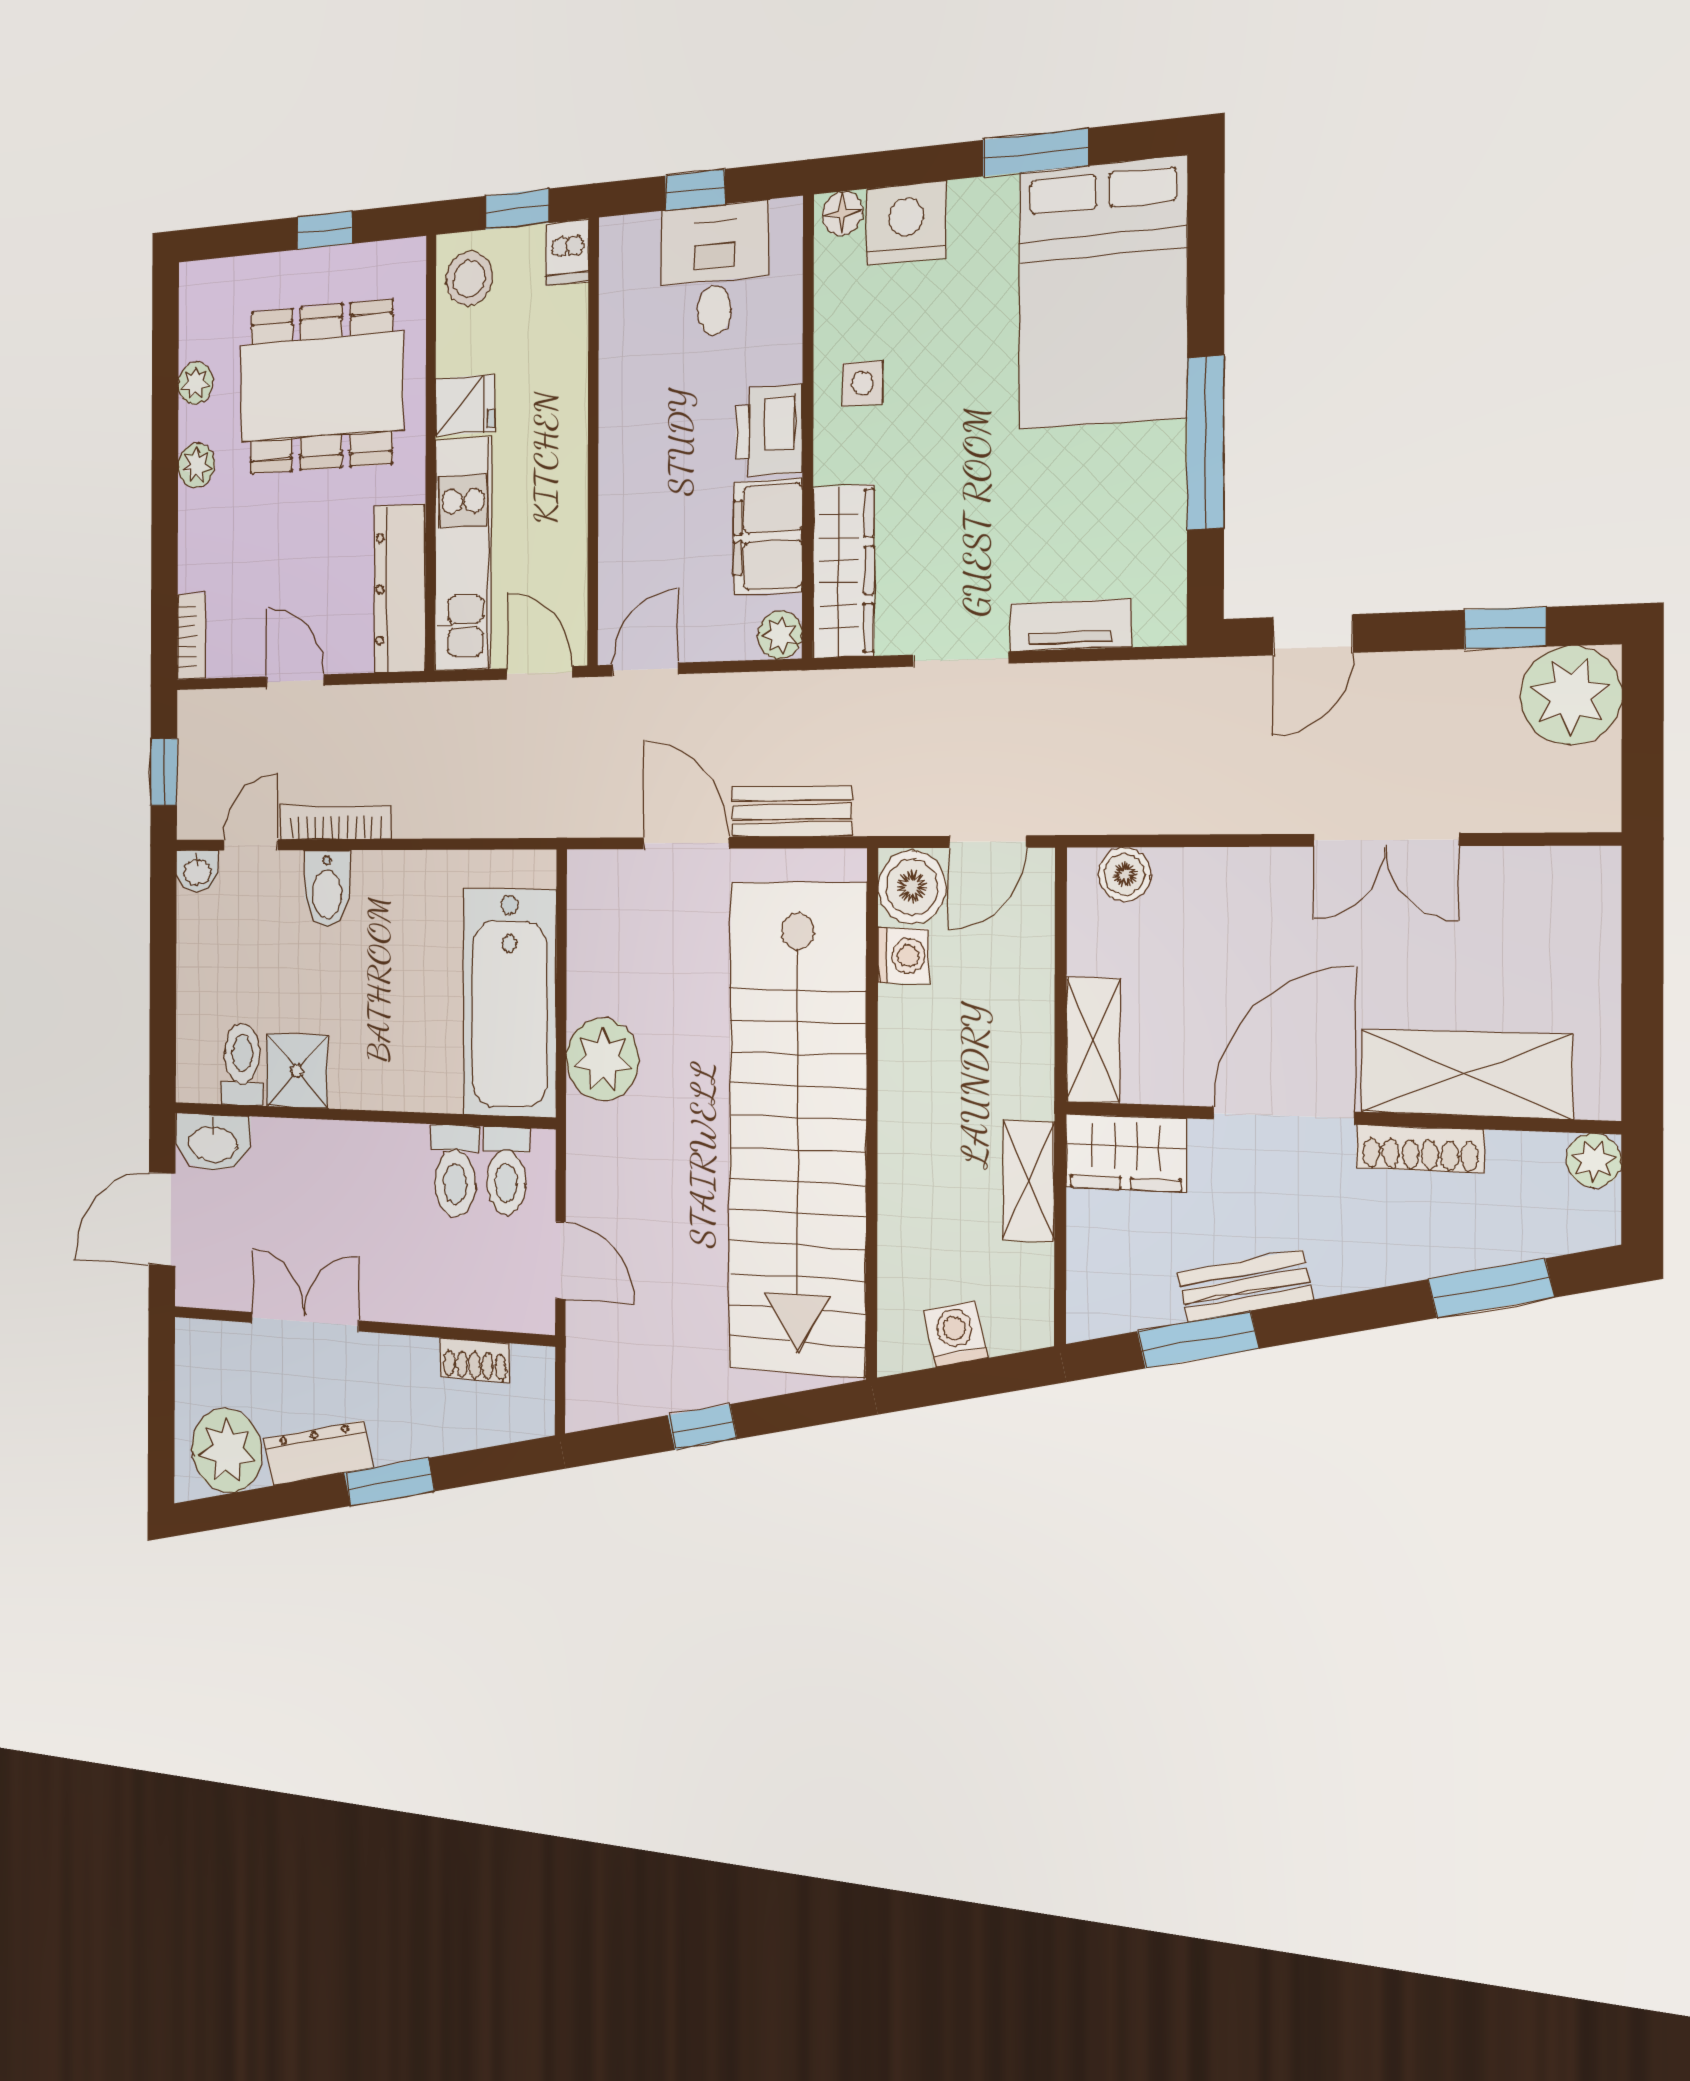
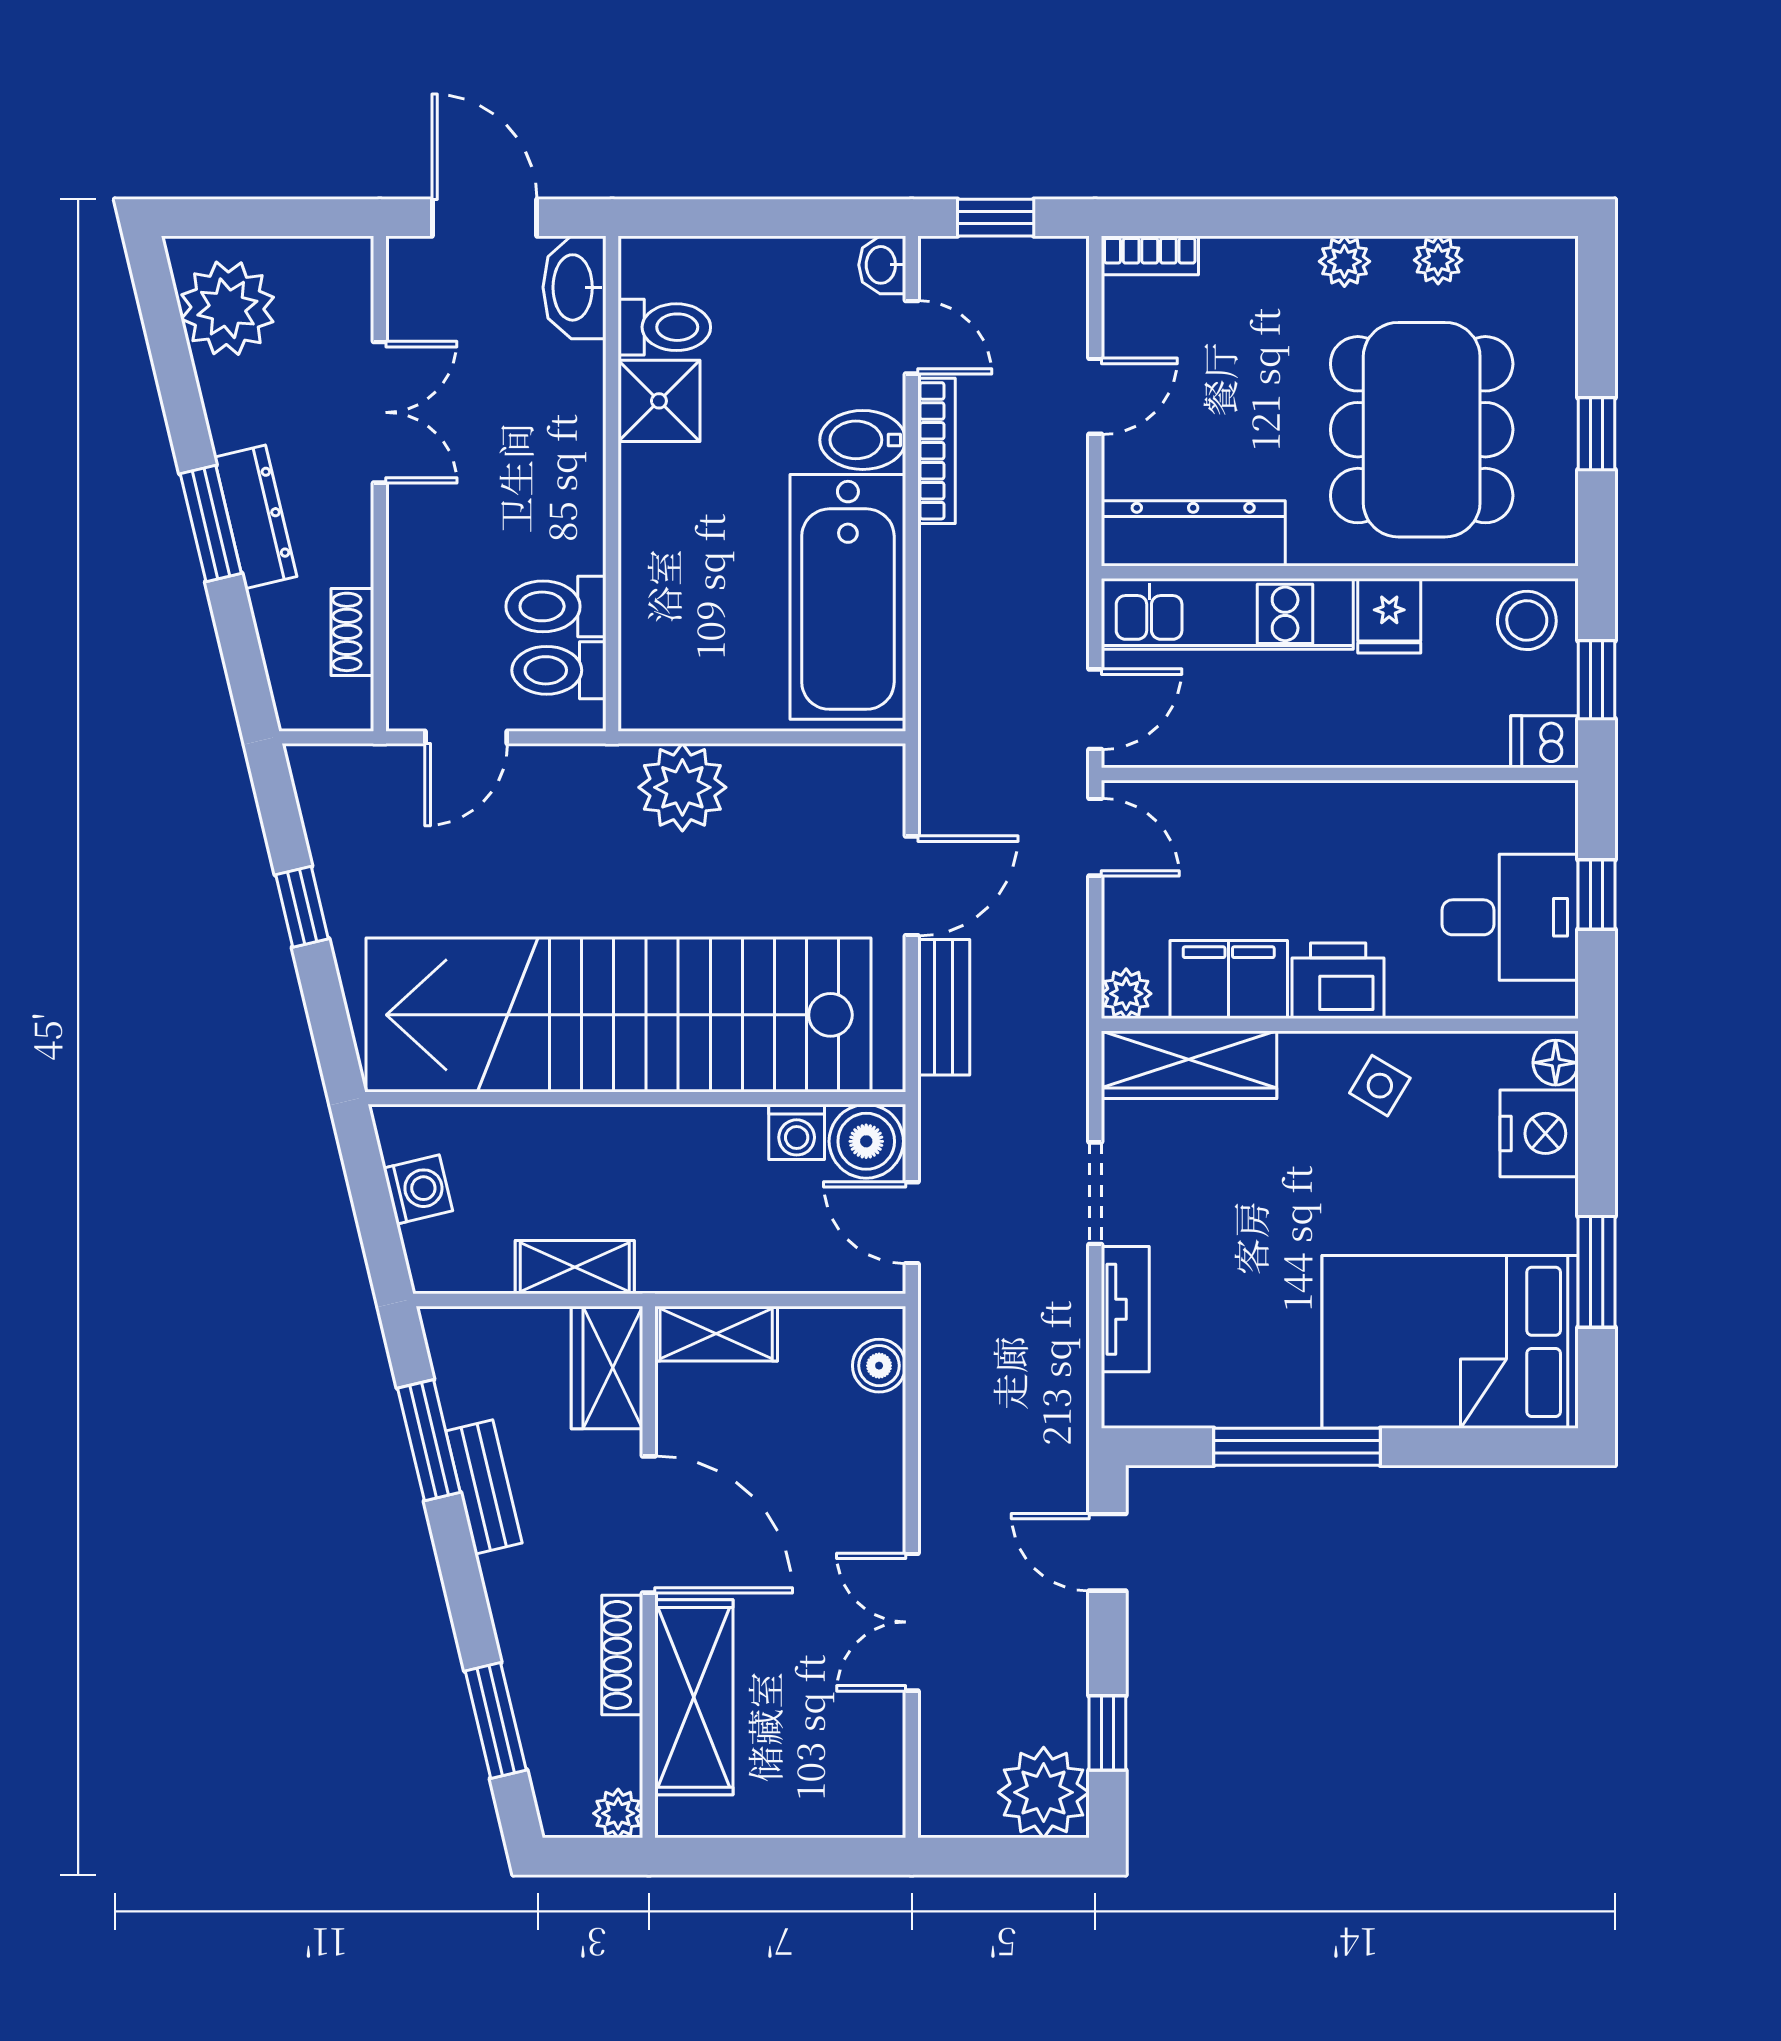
side table: (862, 383) -> (1380, 1086), turned 31
bathtub: (509, 1002) -> (848, 597), moved, turned -90
dresser: (318, 1453) -> (255, 517), moved

